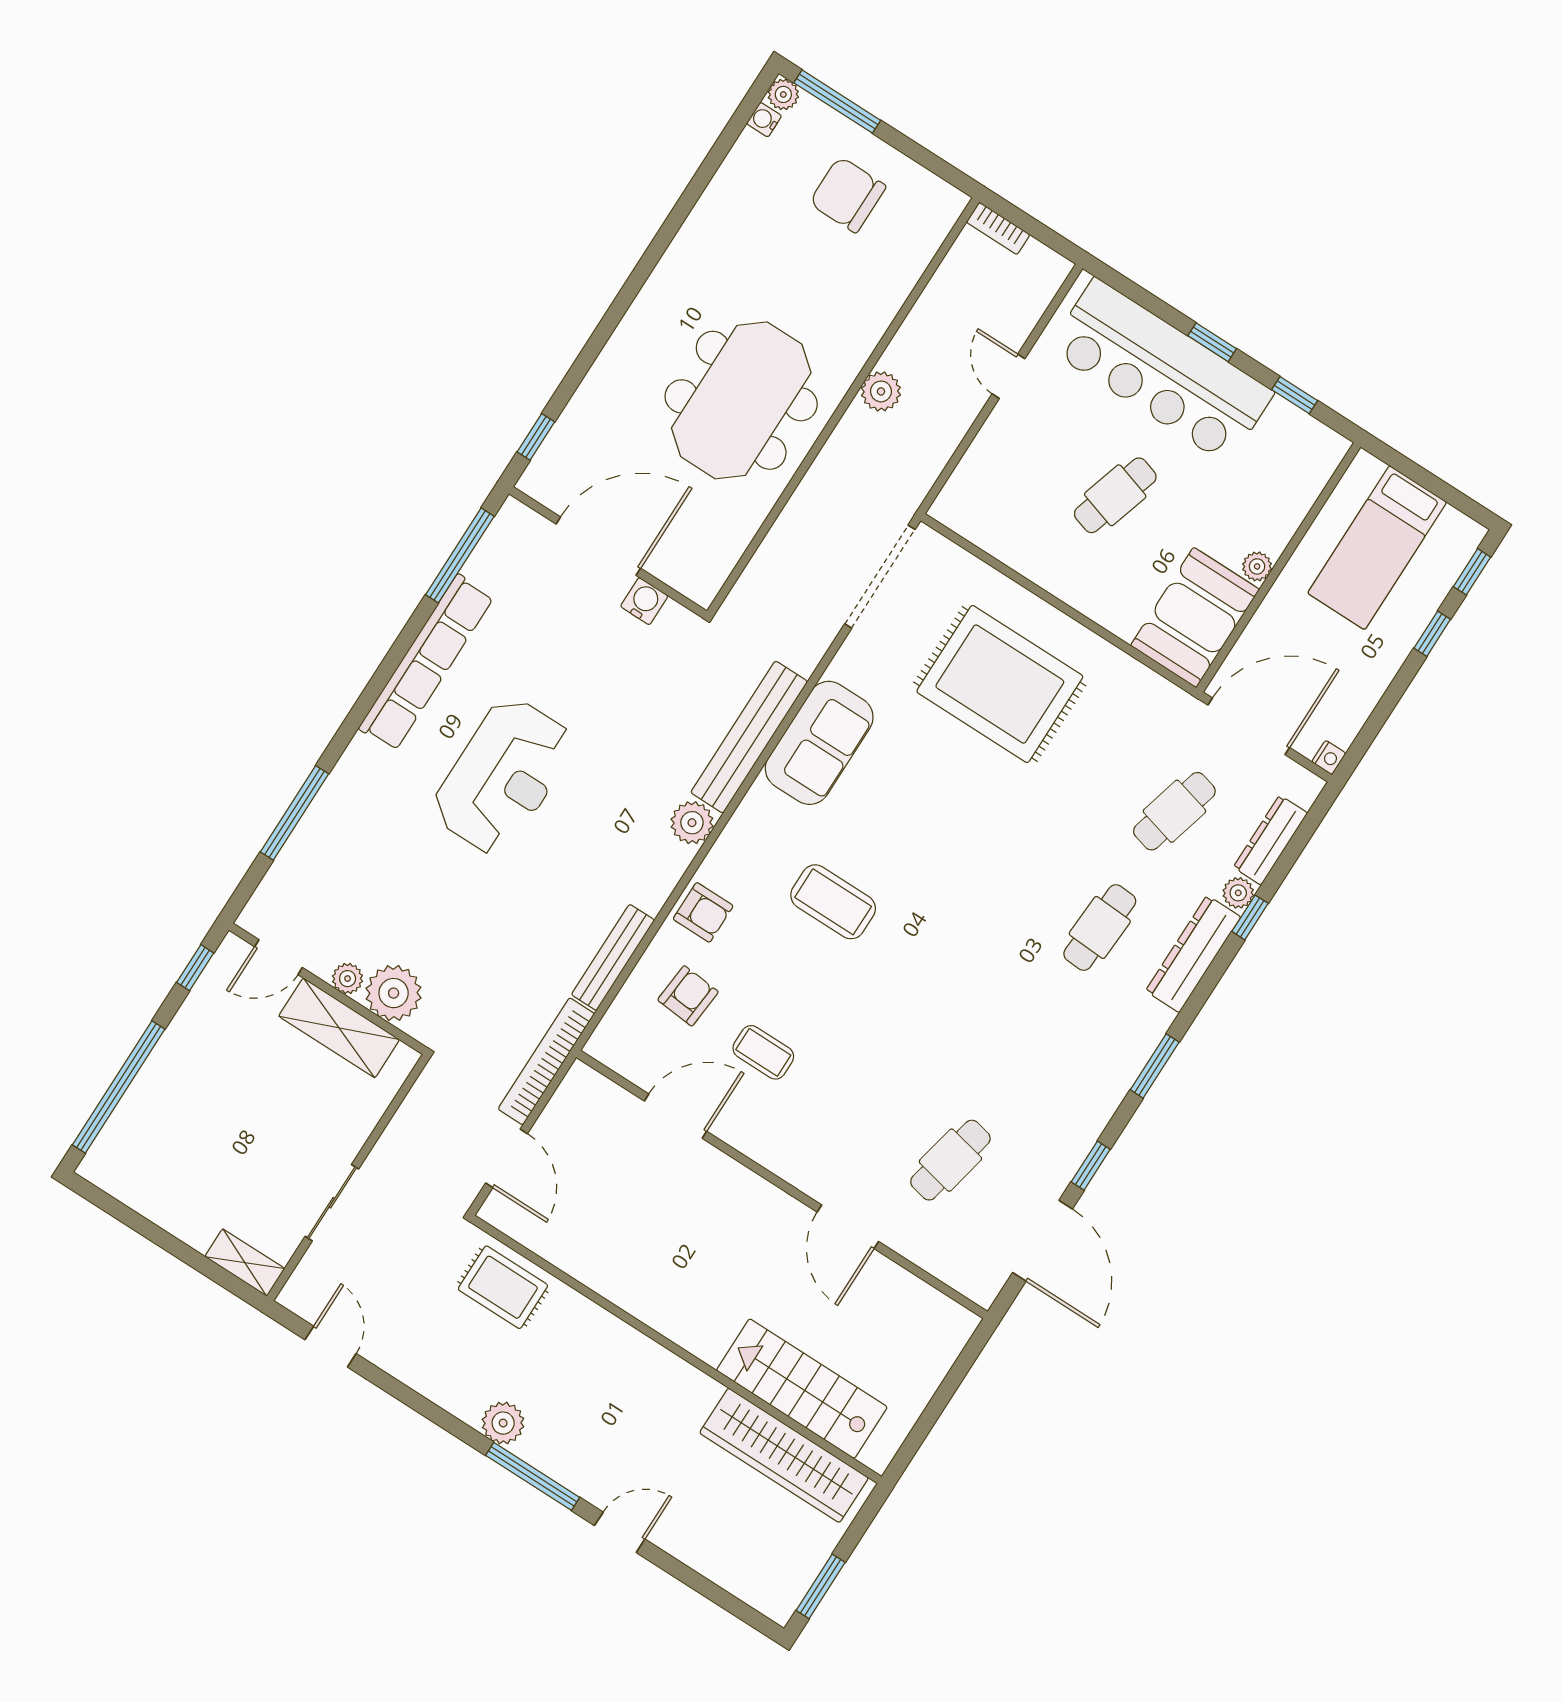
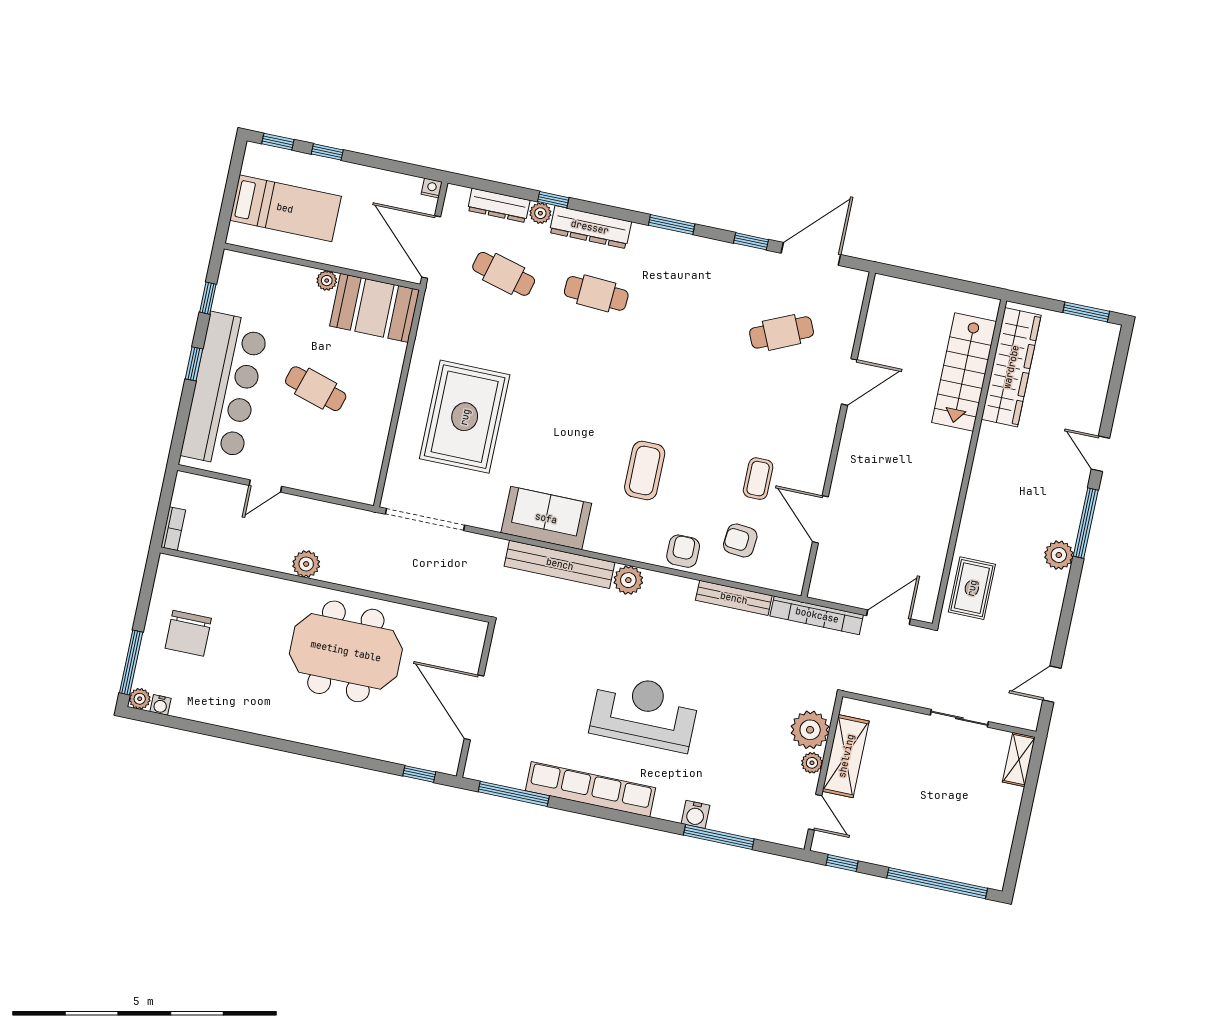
water cooler: (644, 601) -> (696, 814), moved, turned -90
cafe table: (950, 1160) -> (782, 332), turned -36

